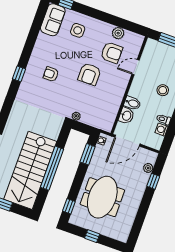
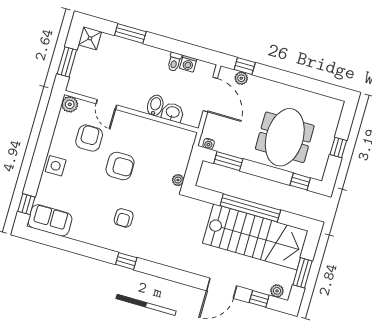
side table: (78, 30) -> (56, 166), moved
plant: (118, 33) -> (70, 104), moved
stool: (163, 90) -> (135, 66), removed
door: (127, 141) -> (210, 95), moved
window: (153, 181) -> (245, 66), moved
meeting table: (102, 197) -> (285, 137), turned 90

